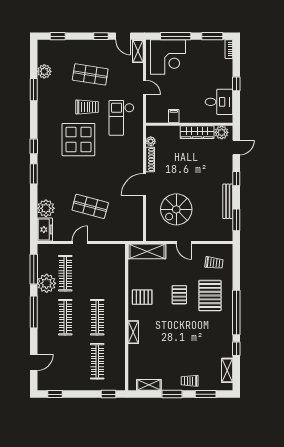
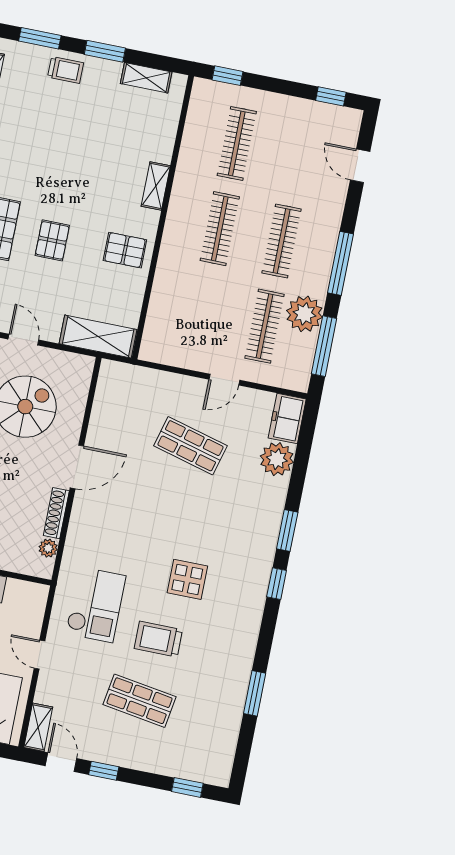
plant: (44, 71) -> (227, 724), removed
display table: (78, 140) -> (187, 579), width x0.54, depth x0.54
door: (34, 362) -> (360, 166), hinge flipped

